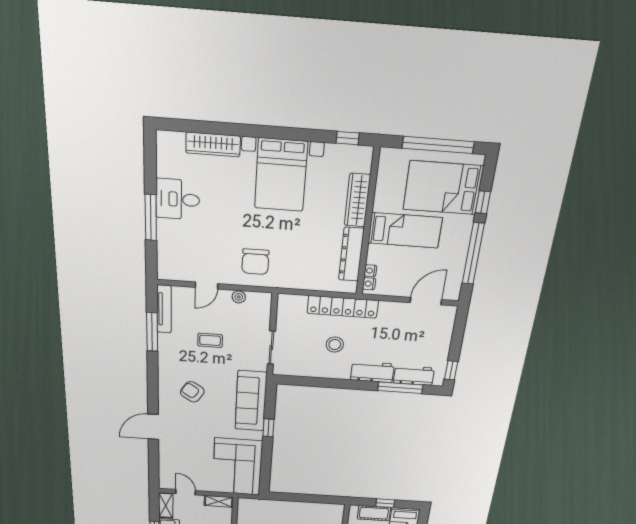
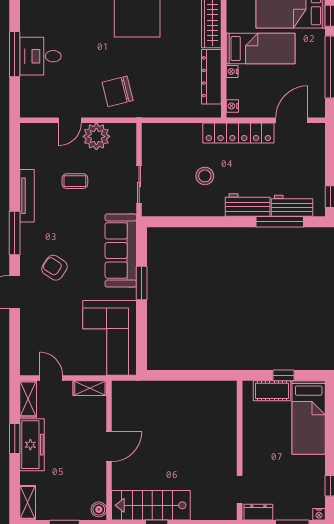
desk: (178, 199) -> (40, 56), moved
chair: (255, 262) -> (118, 91), turned 76
nightstand: (370, 271) -> (232, 71), moved
plant: (239, 297) -> (96, 136), width x1.88, depth x1.88
locker: (343, 307) -> (238, 133), moved
tv unit: (164, 309) -> (27, 196), moved
window: (152, 332) -> (15, 233), moved
armchair: (192, 392) -> (55, 268), moved
window: (268, 428) -> (142, 283), width x1.50

